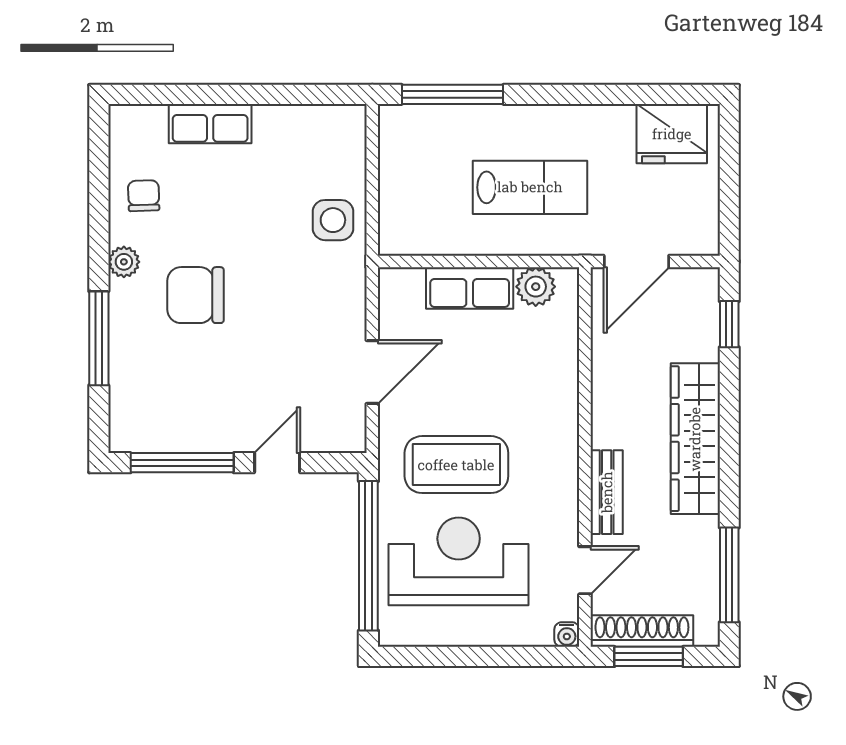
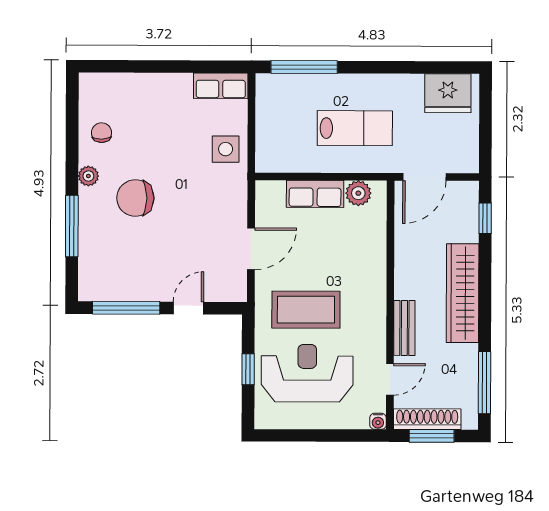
row of seats: (210, 124) -> (221, 86), moved
window: (368, 556) -> (248, 369), width x0.32

